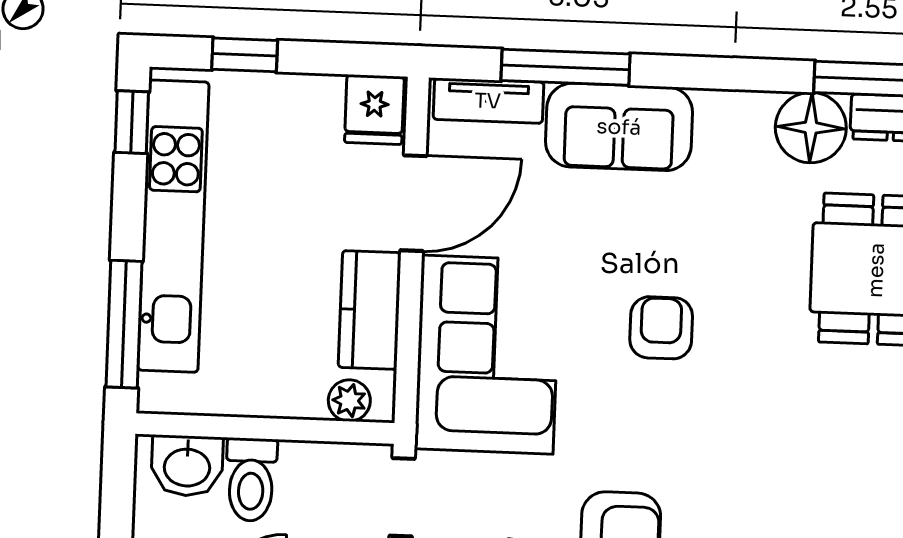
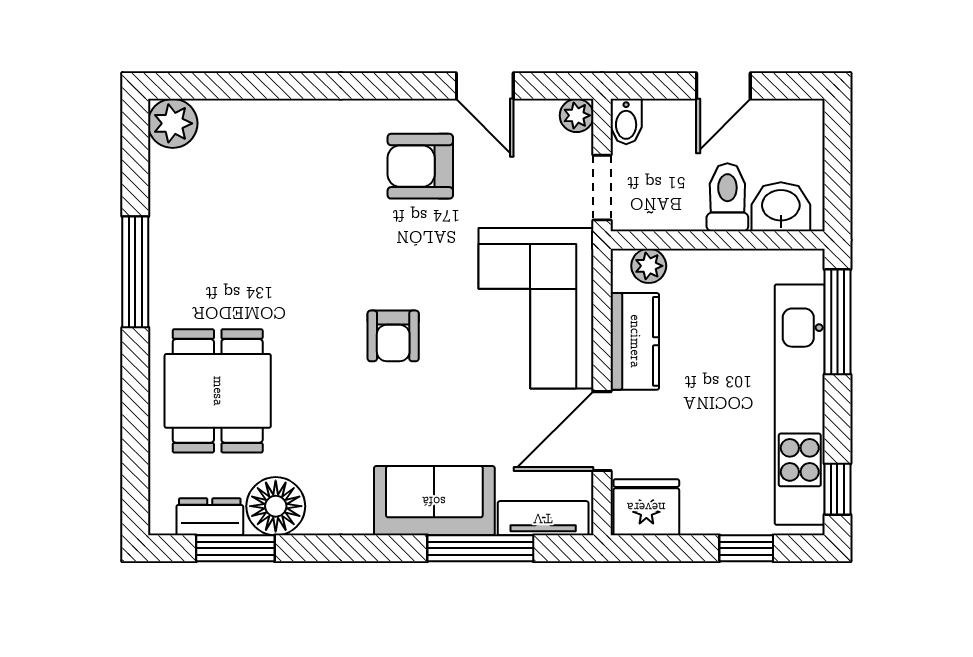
fridge: (374, 110) -> (646, 507), width x1.38

